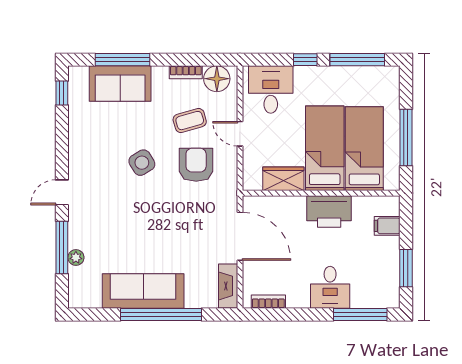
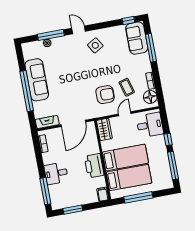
sofa: (120, 84) -> (137, 38), moved
side table: (142, 163) -> (95, 45), moved
wardrobe: (283, 179) -> (104, 129), moved
filing cabinet: (387, 226) -> (103, 194), moved

